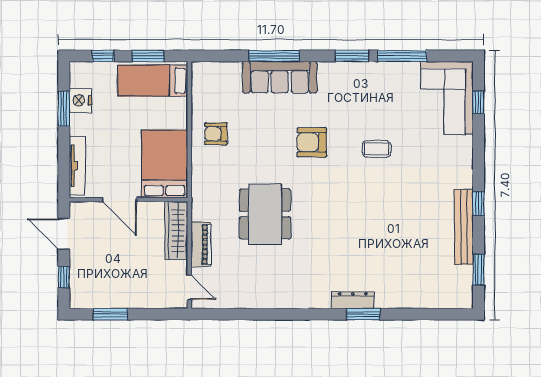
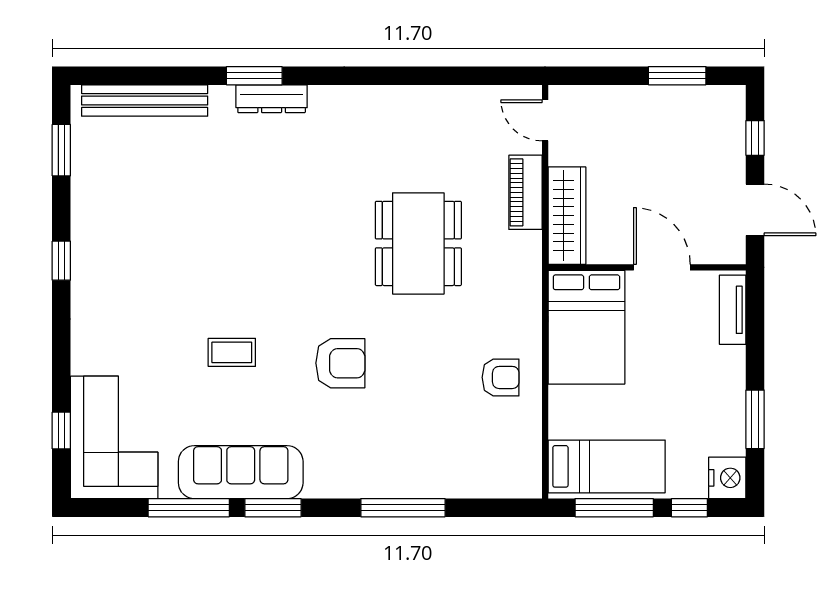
window: (148, 56) -> (614, 508), width x1.44
sofa: (280, 77) -> (241, 472), moved
nightstand: (80, 100) -> (727, 478), moved
tv unit: (77, 166) -> (733, 310), width x0.71
bench: (464, 227) -> (145, 100), moved, turned 90

